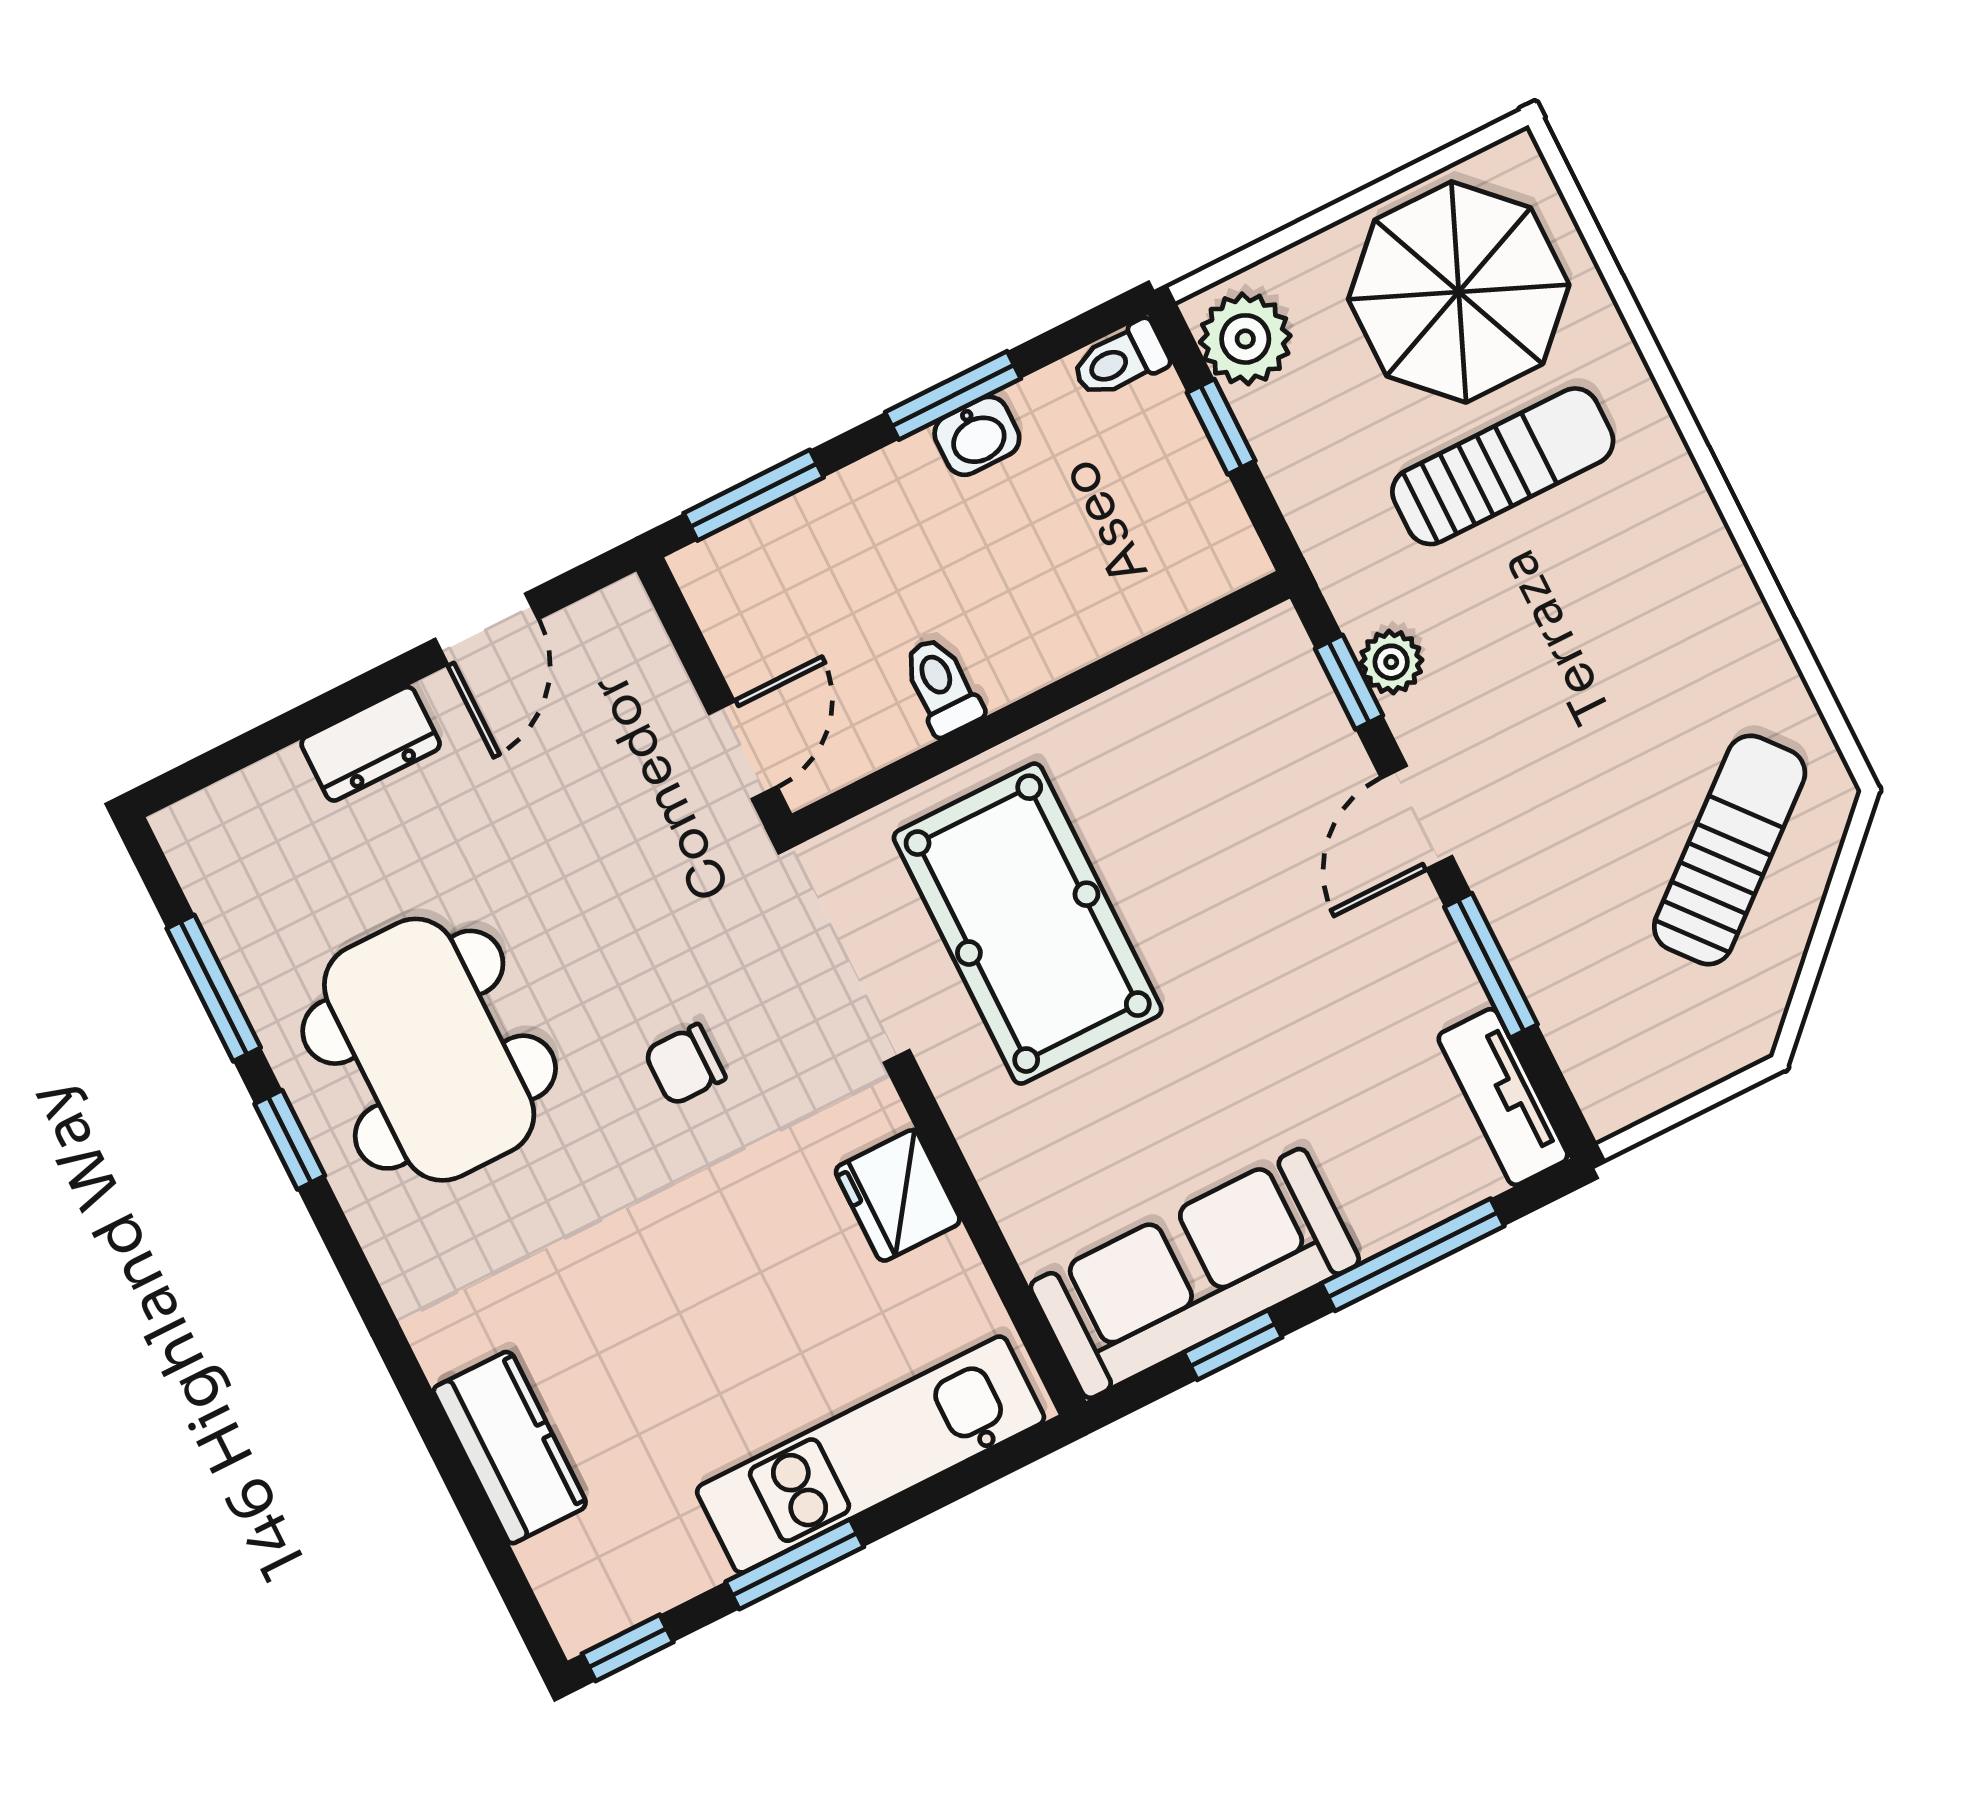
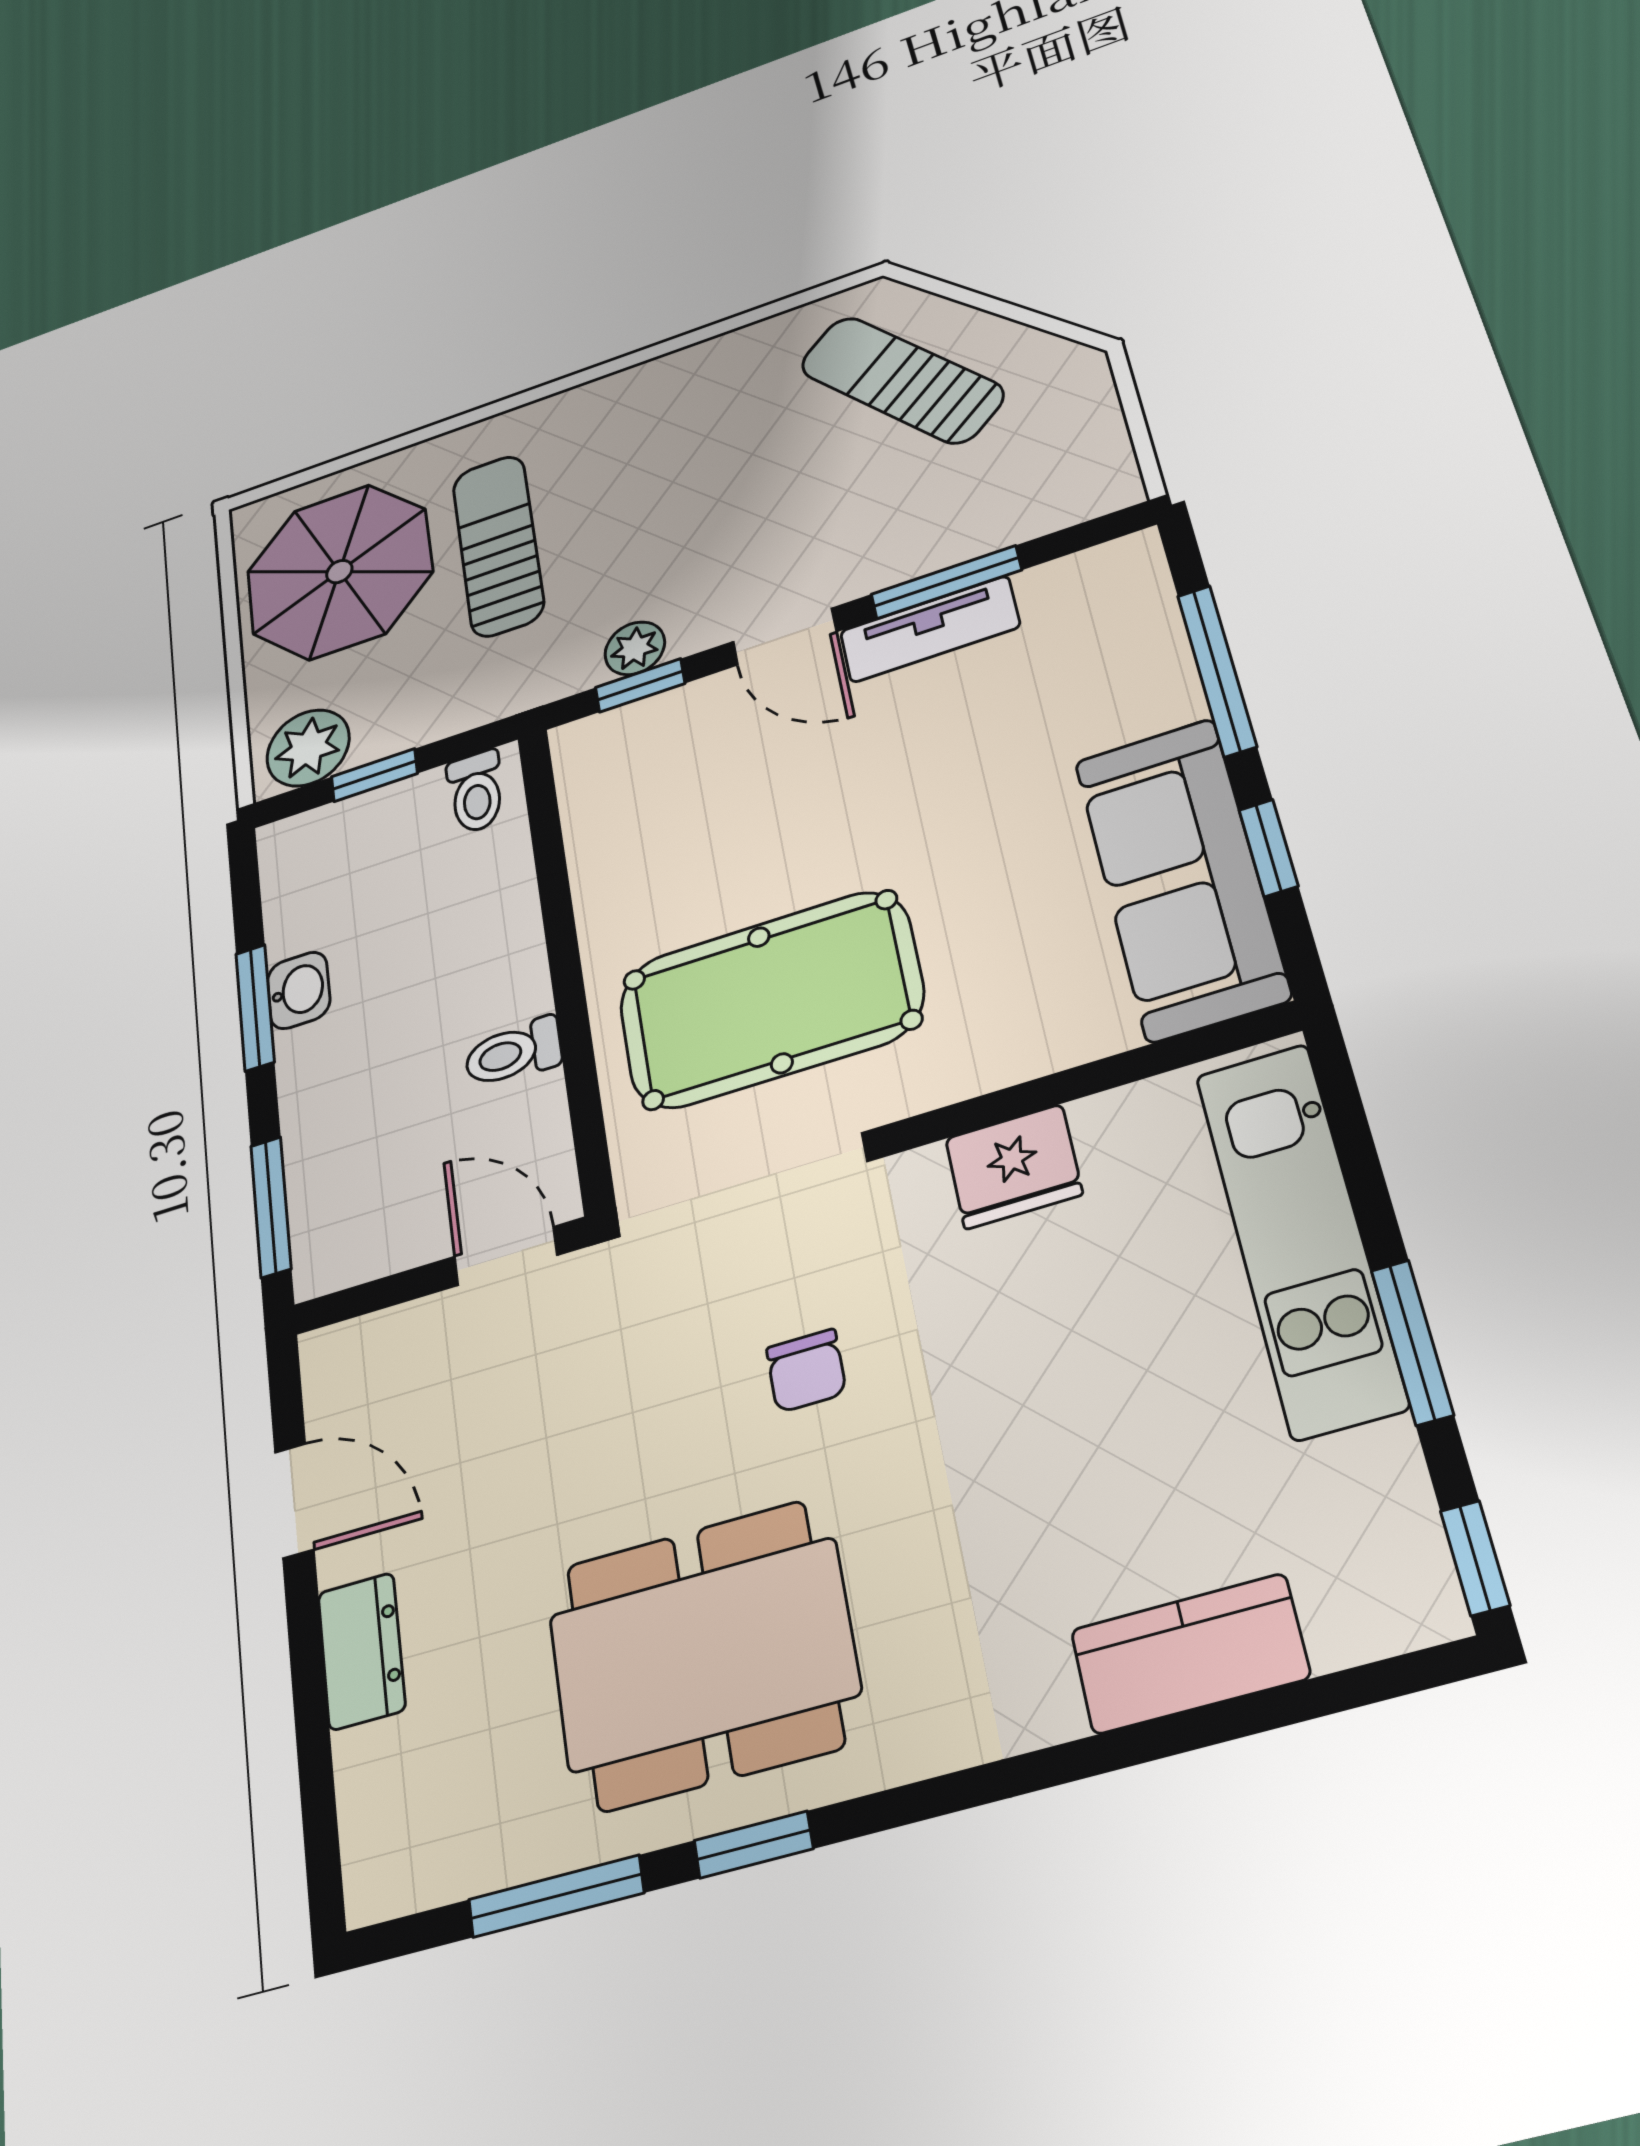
toilet: (1120, 360) -> (476, 792), moved
tv unit: (1503, 1097) -> (930, 629), moved

